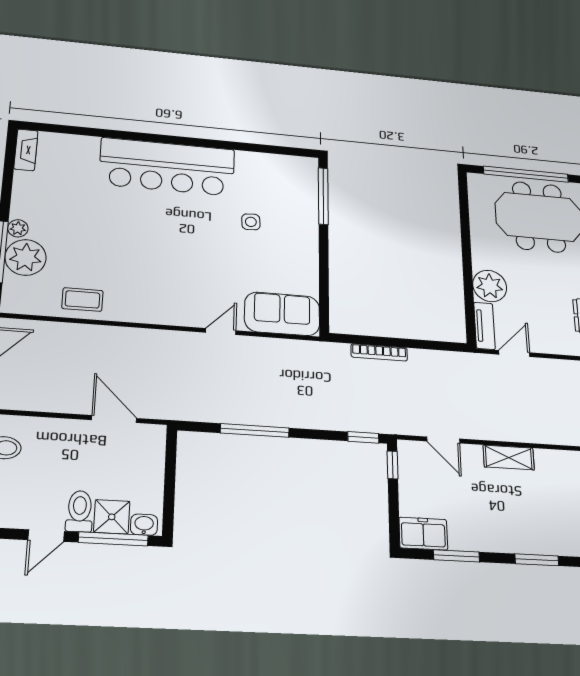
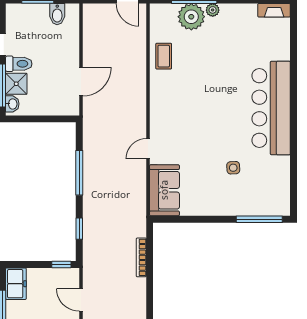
door: (221, 332) -> (148, 149), swing flipped
window: (363, 437) -> (79, 229), moved
door: (443, 440) -> (81, 300), hinge flipped

